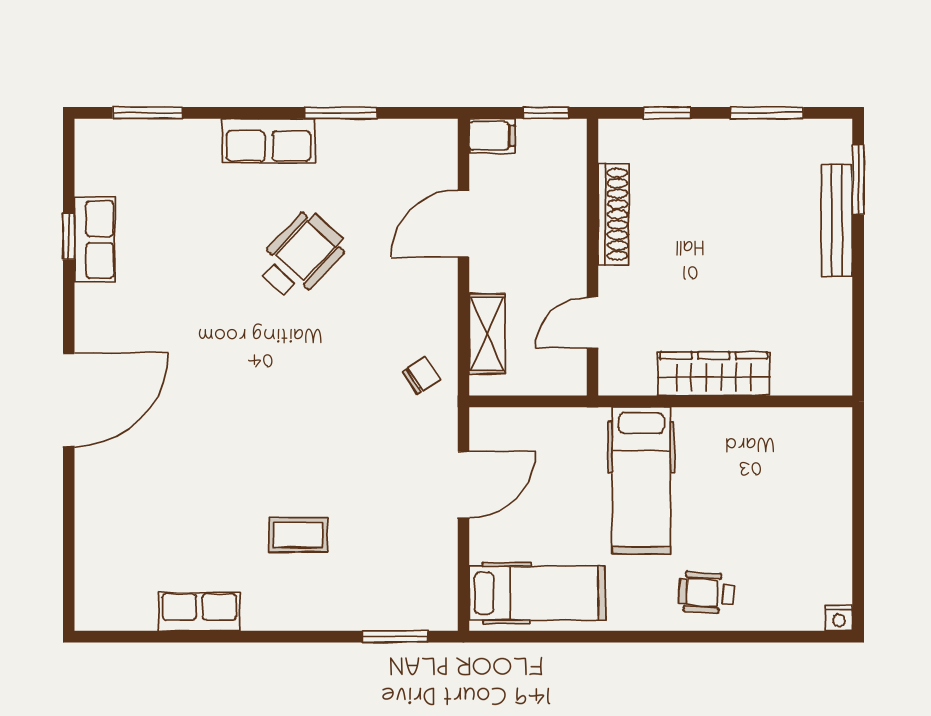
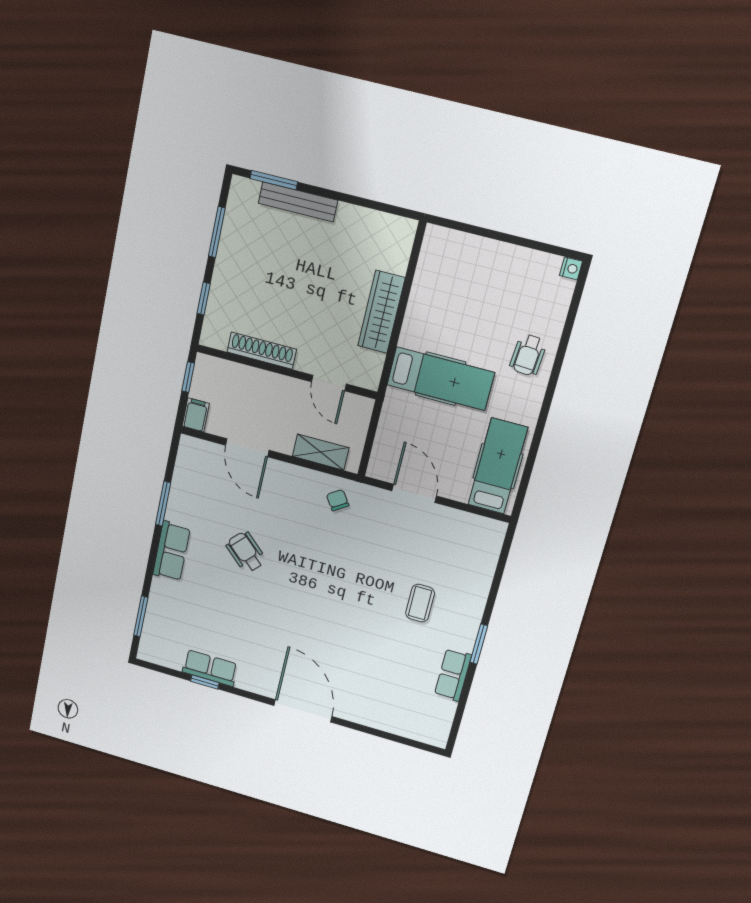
wheelchair: (301, 256) -> (246, 552), width x0.73, depth x0.73
window: (395, 637) -> (479, 644), moved

